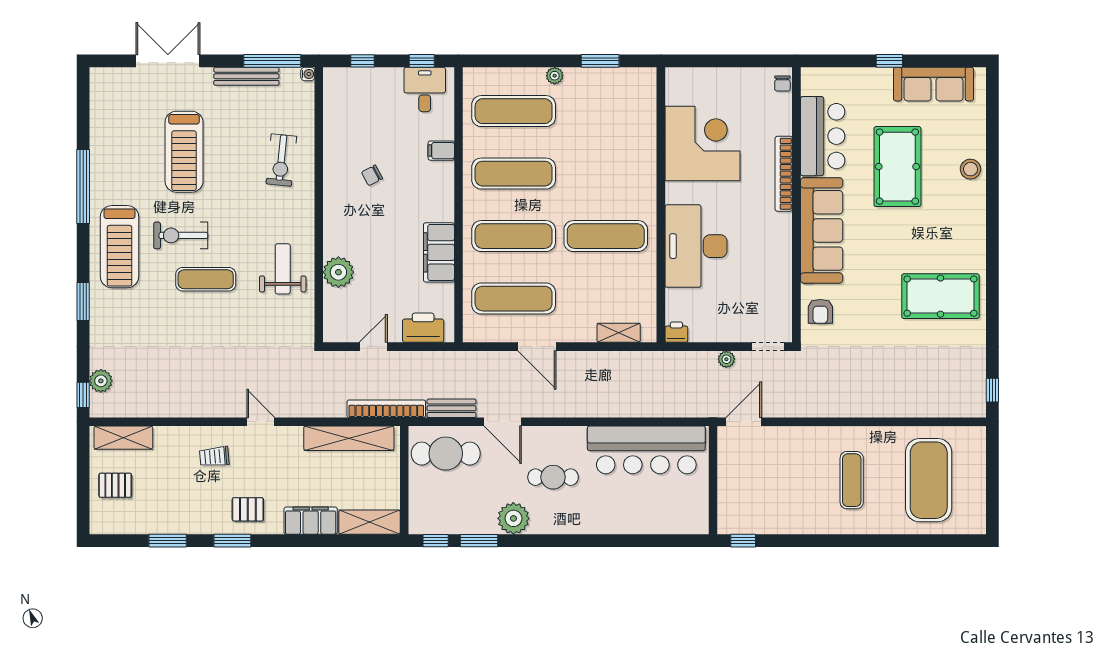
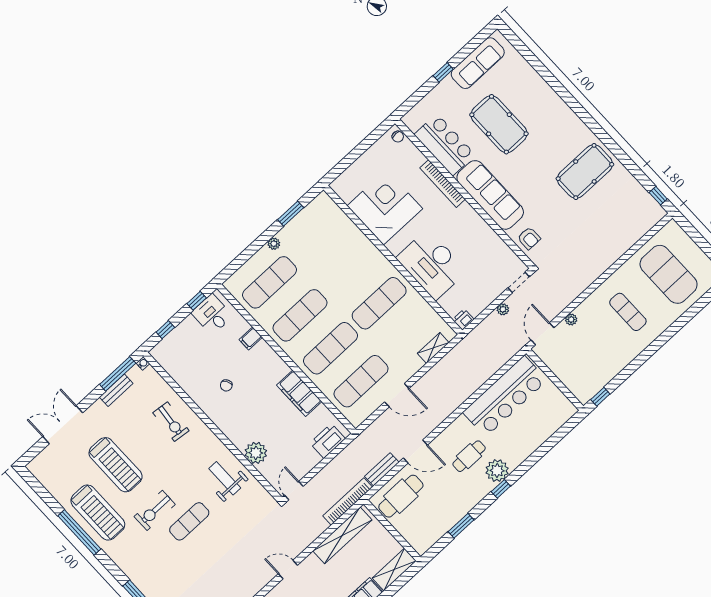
bench: (246, 76) -> (116, 390), width x0.73
stool: (970, 169) -> (539, 90), removed
treadmill: (120, 247) -> (98, 513), moved
door: (373, 347) -> (294, 491), moved
plant: (787, 434) -> (571, 319), added
plant: (513, 518) -> (497, 471), moved
window: (436, 541) -> (501, 489), moved

